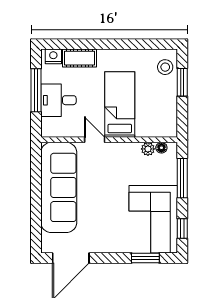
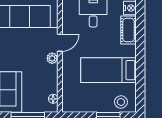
bed: (120, 104) -> (109, 70), moved, turned 180
plant: (148, 149) -> (52, 58), moved

